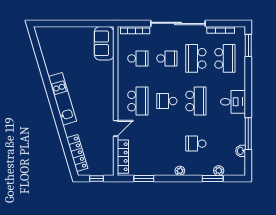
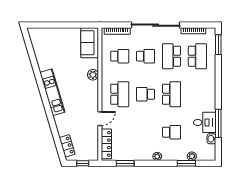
plant: (108, 79) -> (93, 75), added
desk: (233, 102) -> (205, 122), moved
school desk: (196, 144) -> (171, 132), turned 180
locker: (77, 153) -> (67, 146), width x0.66

